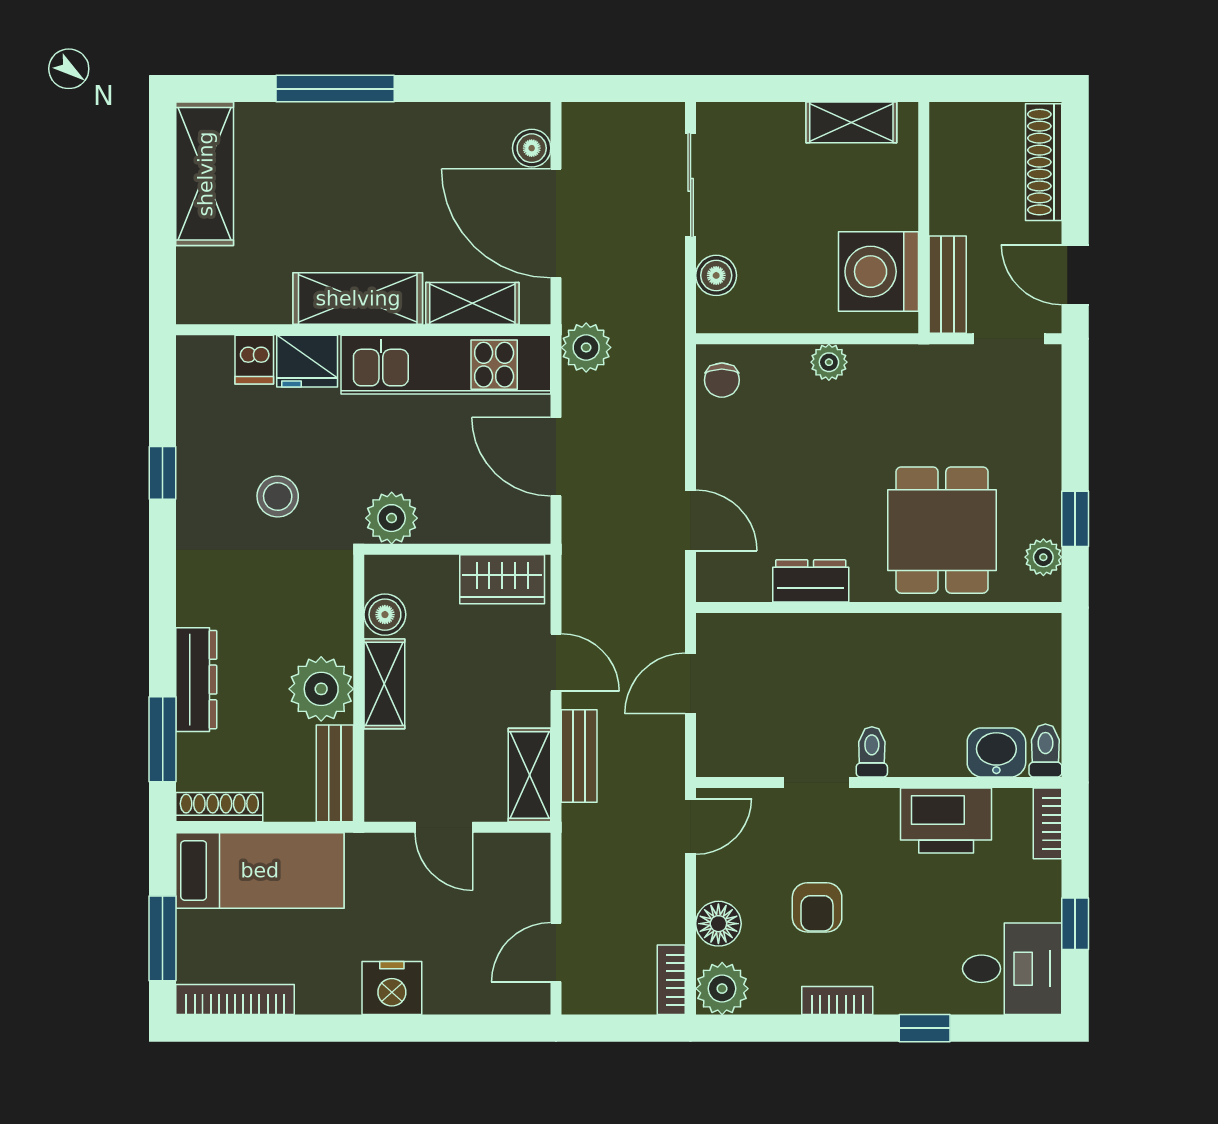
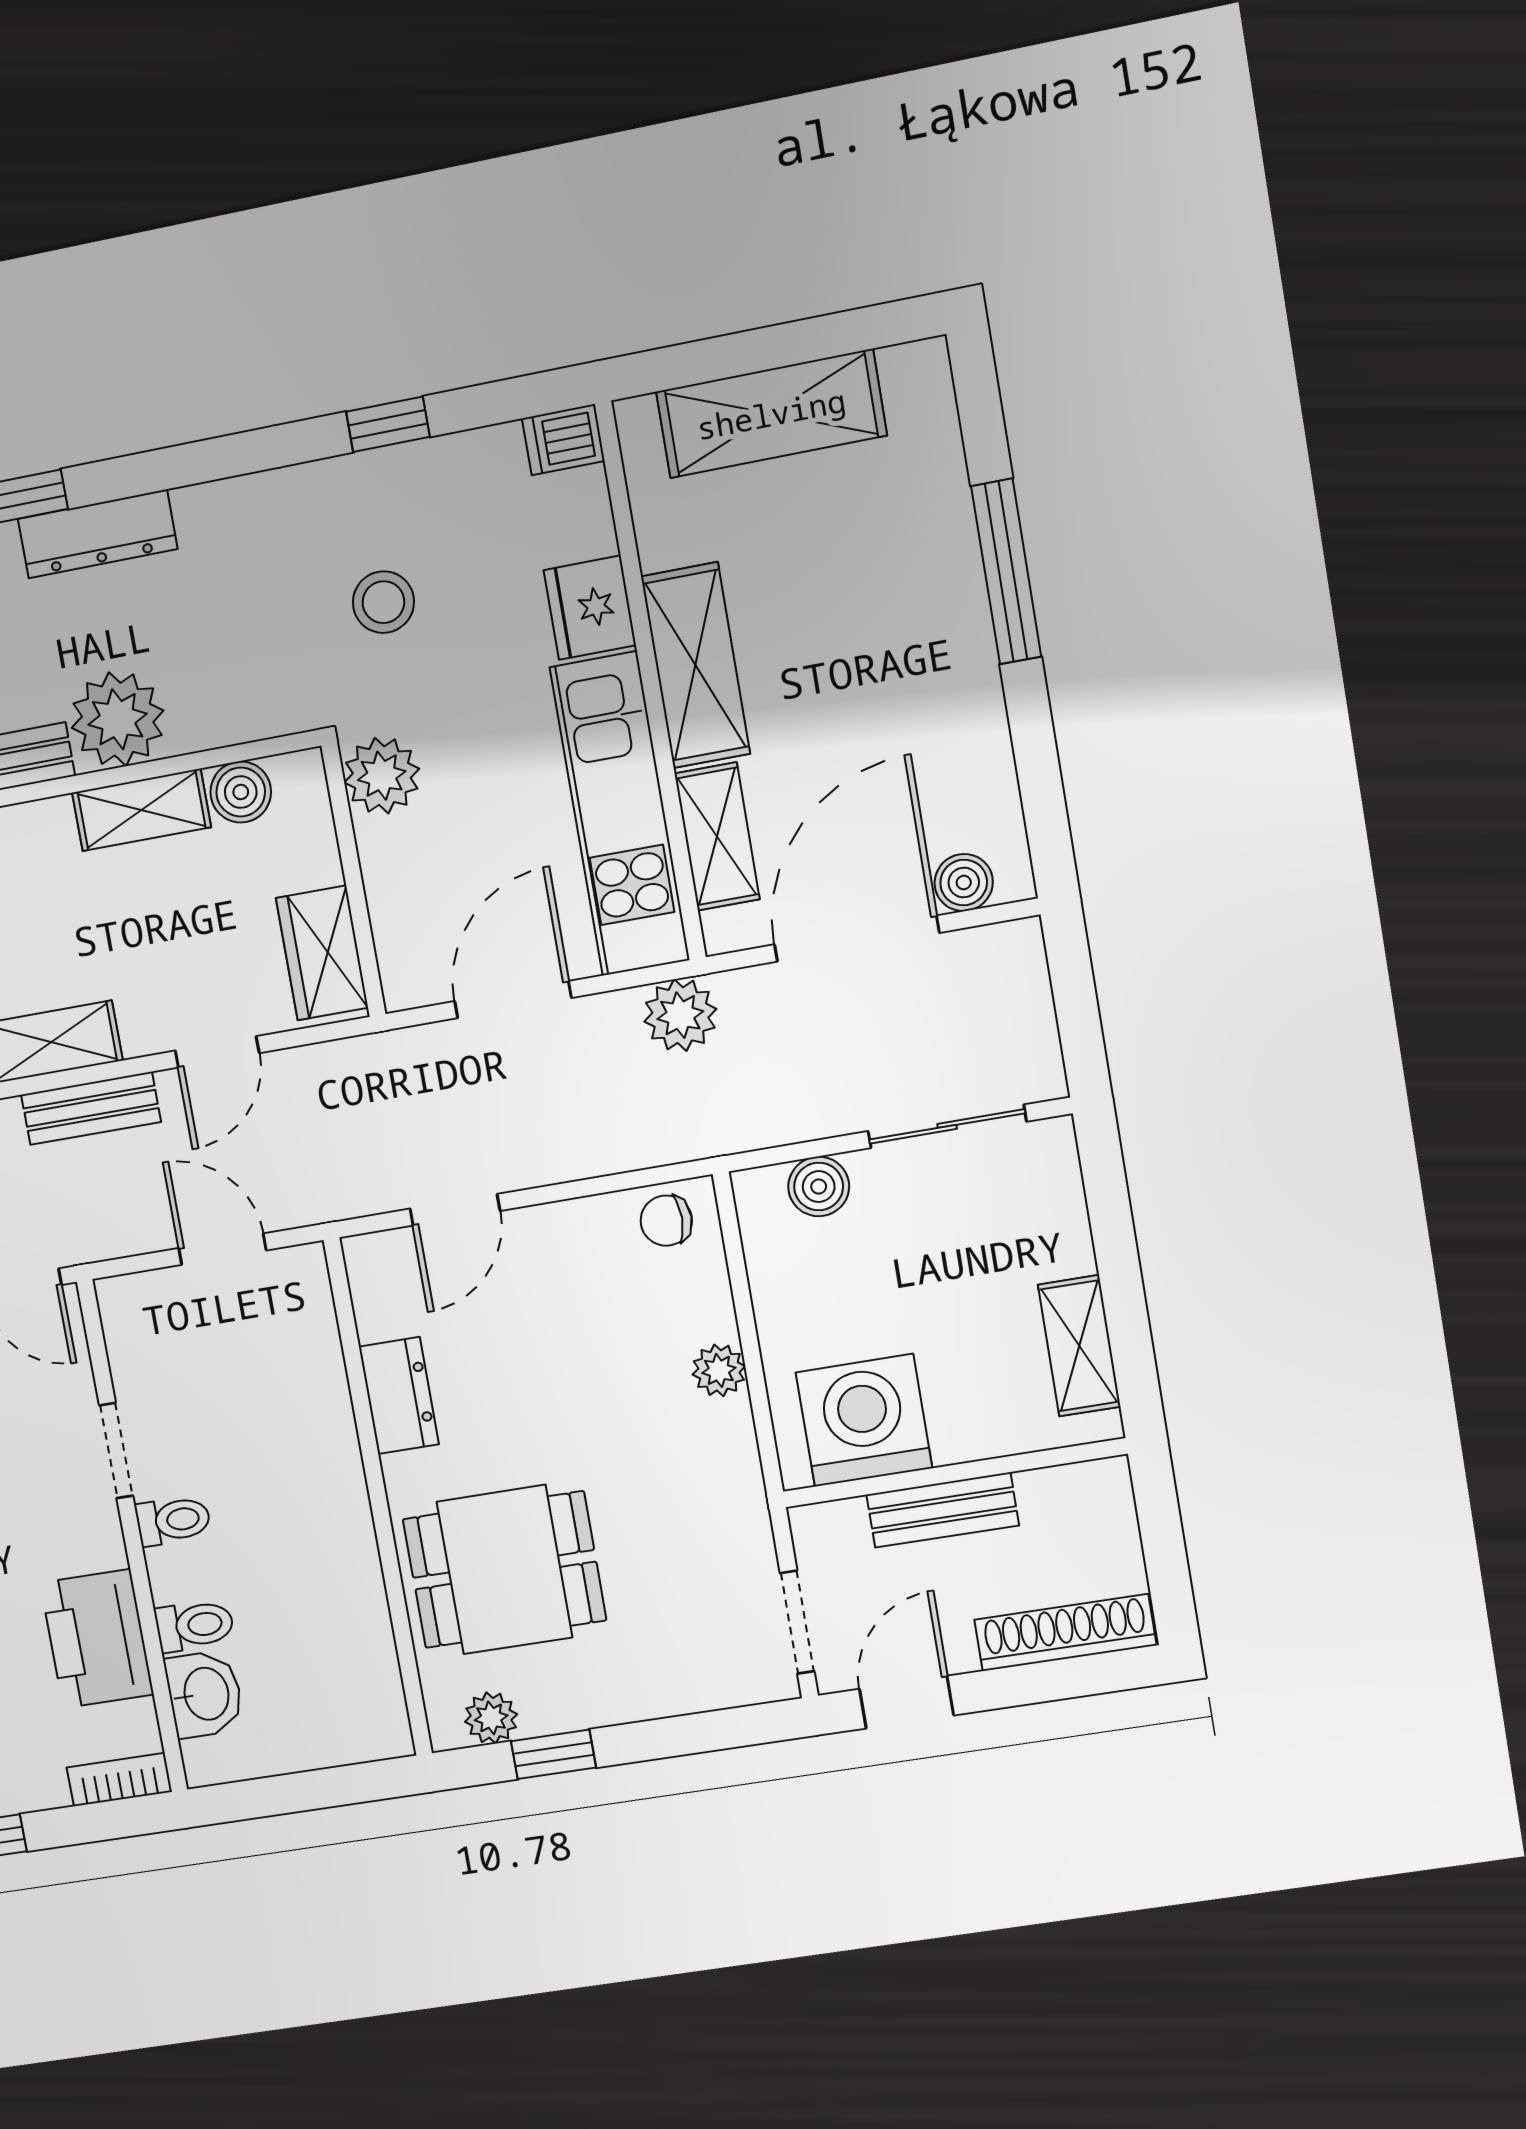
shelving: (205, 174) -> (771, 414), moved
bench: (948, 285) -> (943, 1510), moved
dishwasher: (254, 360) -> (563, 440), moved
toilet: (1045, 750) -> (195, 1626), moved

